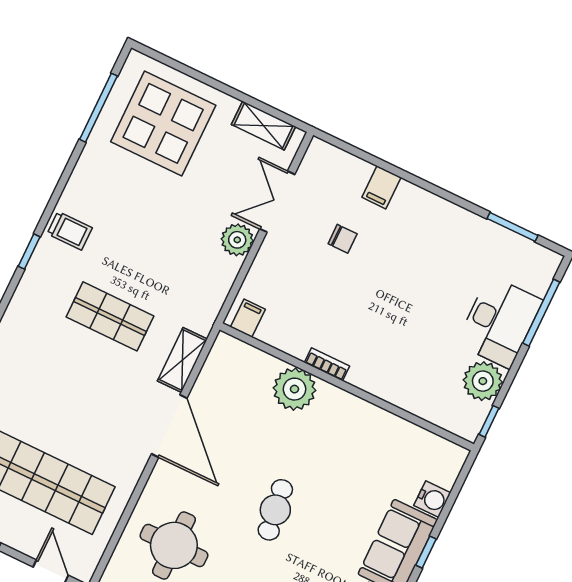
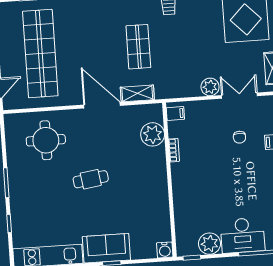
bookcase: (327, 364) -> (174, 150), moved
plant: (294, 389) -> (153, 134), moved
door: (169, 426) -> (102, 105), swing flipped
water cooler: (432, 499) -> (165, 250), moved

